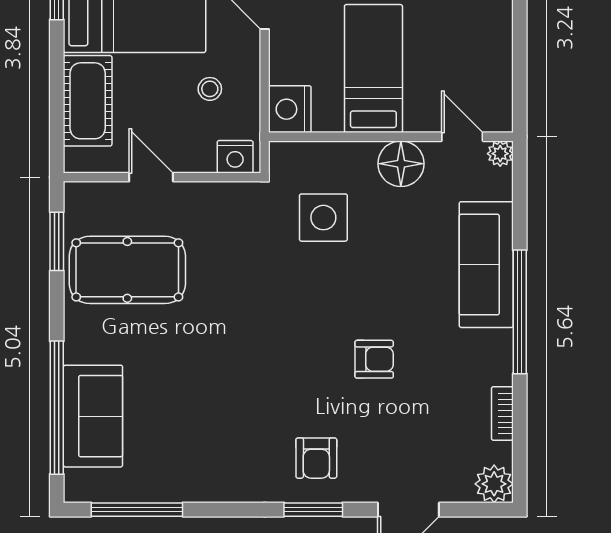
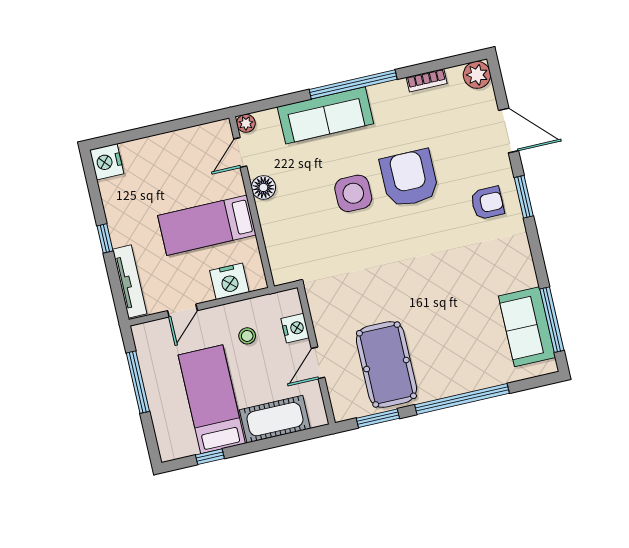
nightstand: (290, 109) -> (229, 281), moved
nightstand: (235, 157) -> (295, 328), moved
floor lamp: (401, 164) -> (263, 187), width x0.73, depth x0.73
side table: (323, 218) -> (353, 193), moved
armchair: (374, 359) -> (409, 178), width x1.88, depth x1.88
window: (57, 408) -> (462, 399), moved
sofa: (93, 416) -> (527, 327), moved, turned -90

